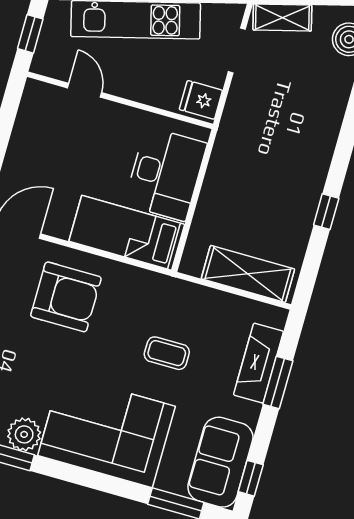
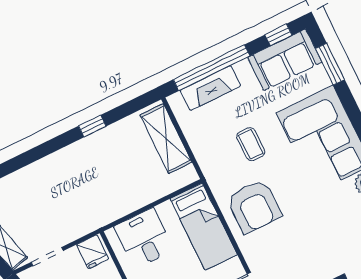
desk: (165, 174) -> (144, 238), width x0.73
armchair: (66, 297) -> (254, 206), moved, turned 180
window: (278, 382) -> (212, 68), width x2.11

